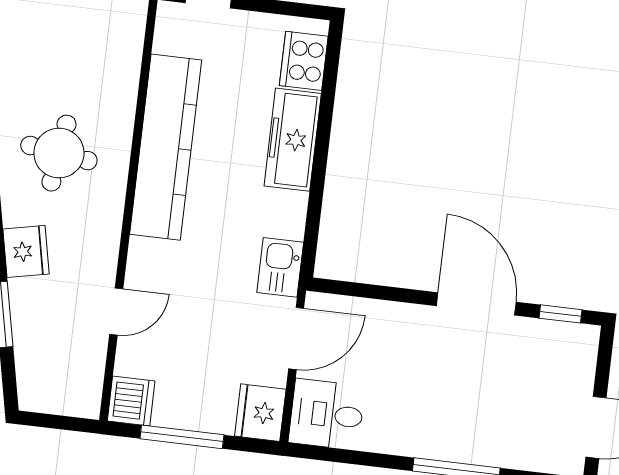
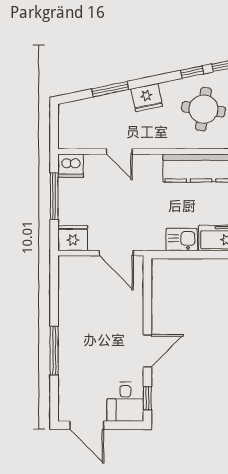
kitchen sink: (280, 267) -> (182, 240), moved
door: (476, 304) -> (147, 351), width x0.73
desk: (327, 414) -> (125, 402), moved, turned 180

